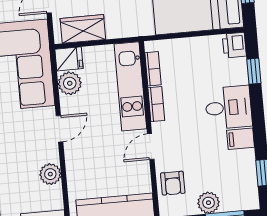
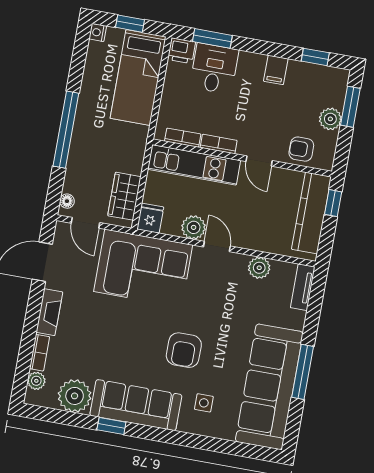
window: (254, 71) -> (212, 38), width x1.50
plant: (70, 83) -> (194, 227), moved
desk: (228, 108) -> (214, 68), moved
armchair: (173, 183) -> (301, 149), turned 180

